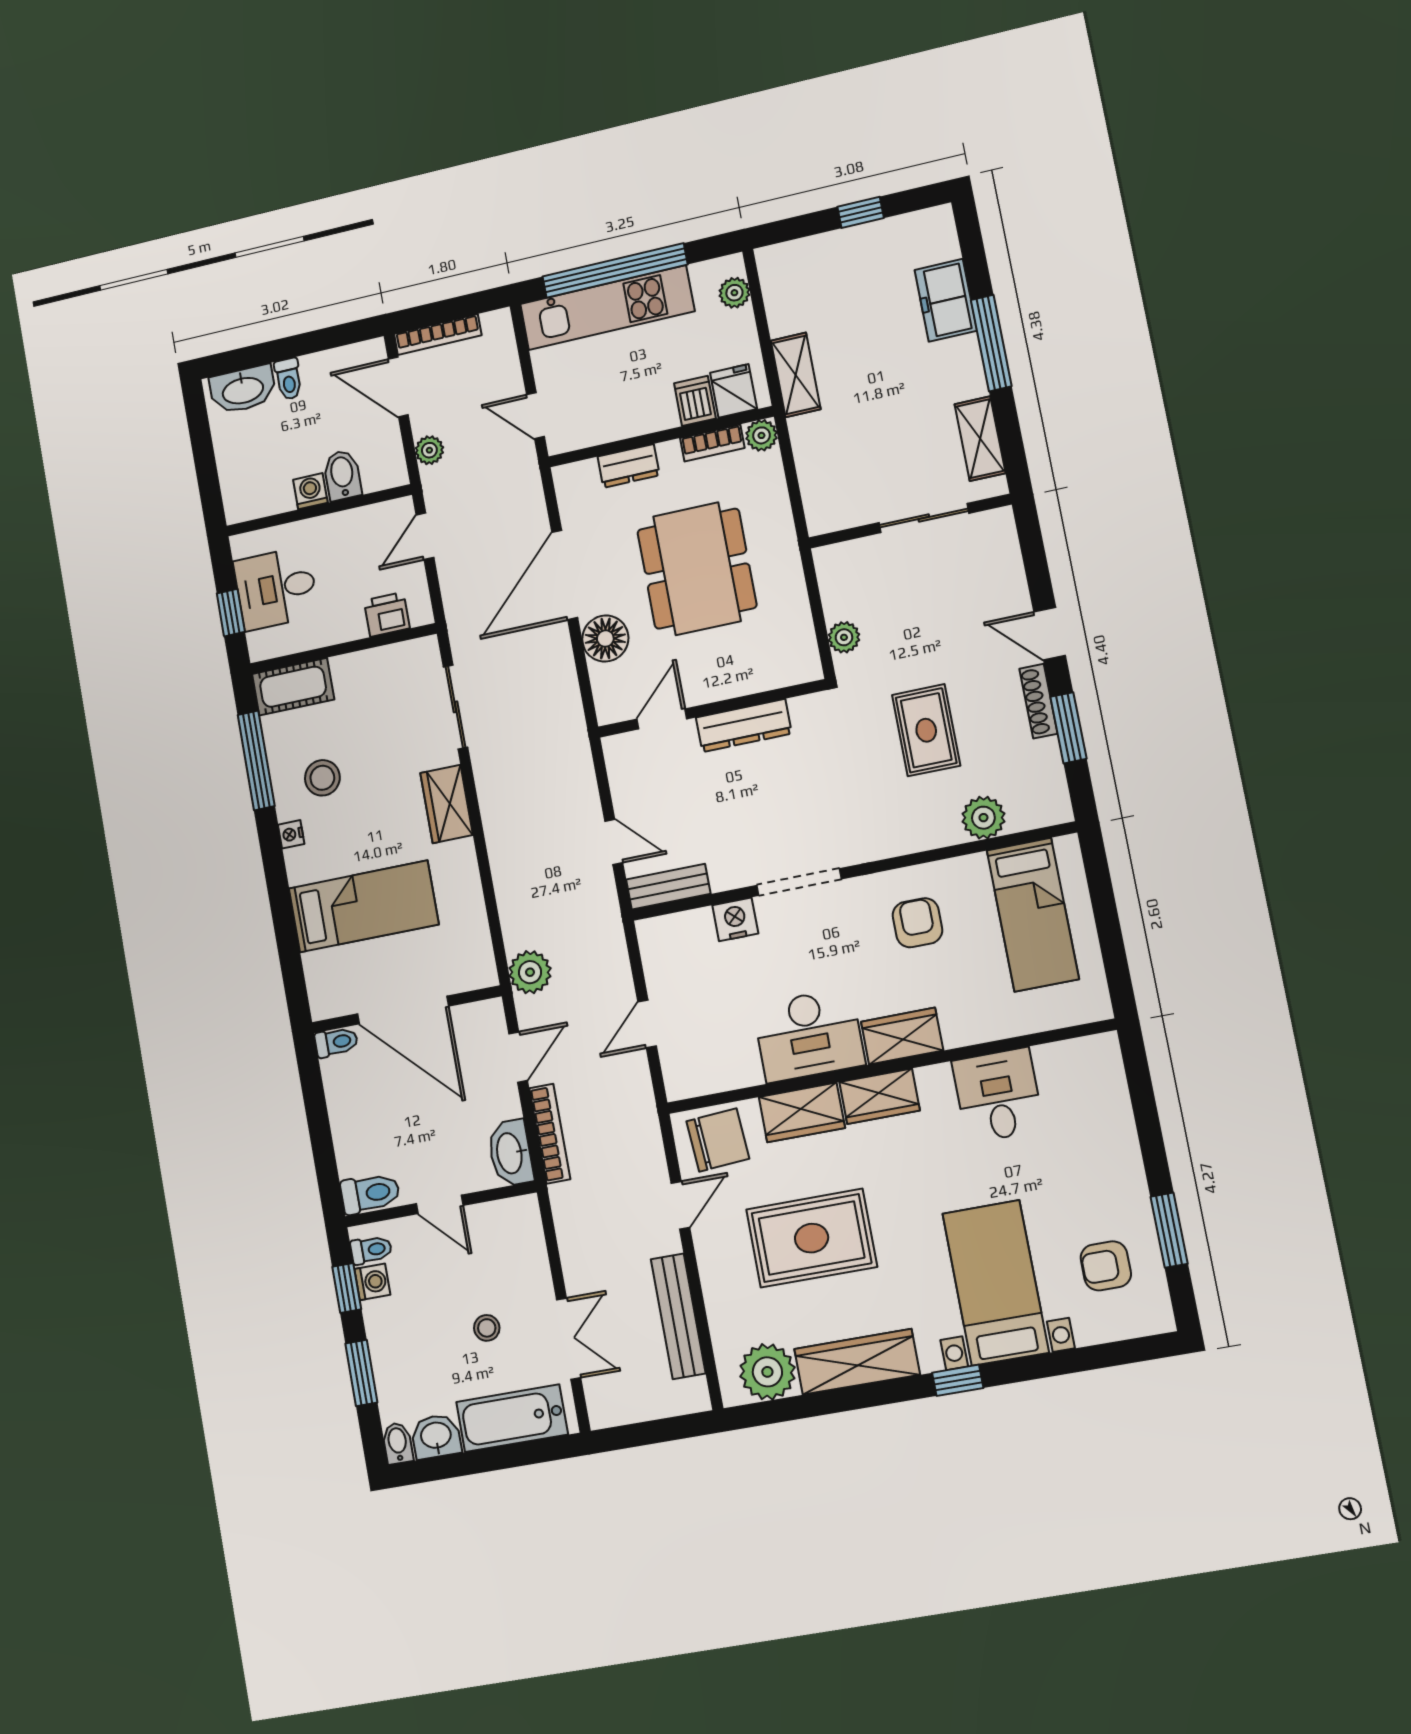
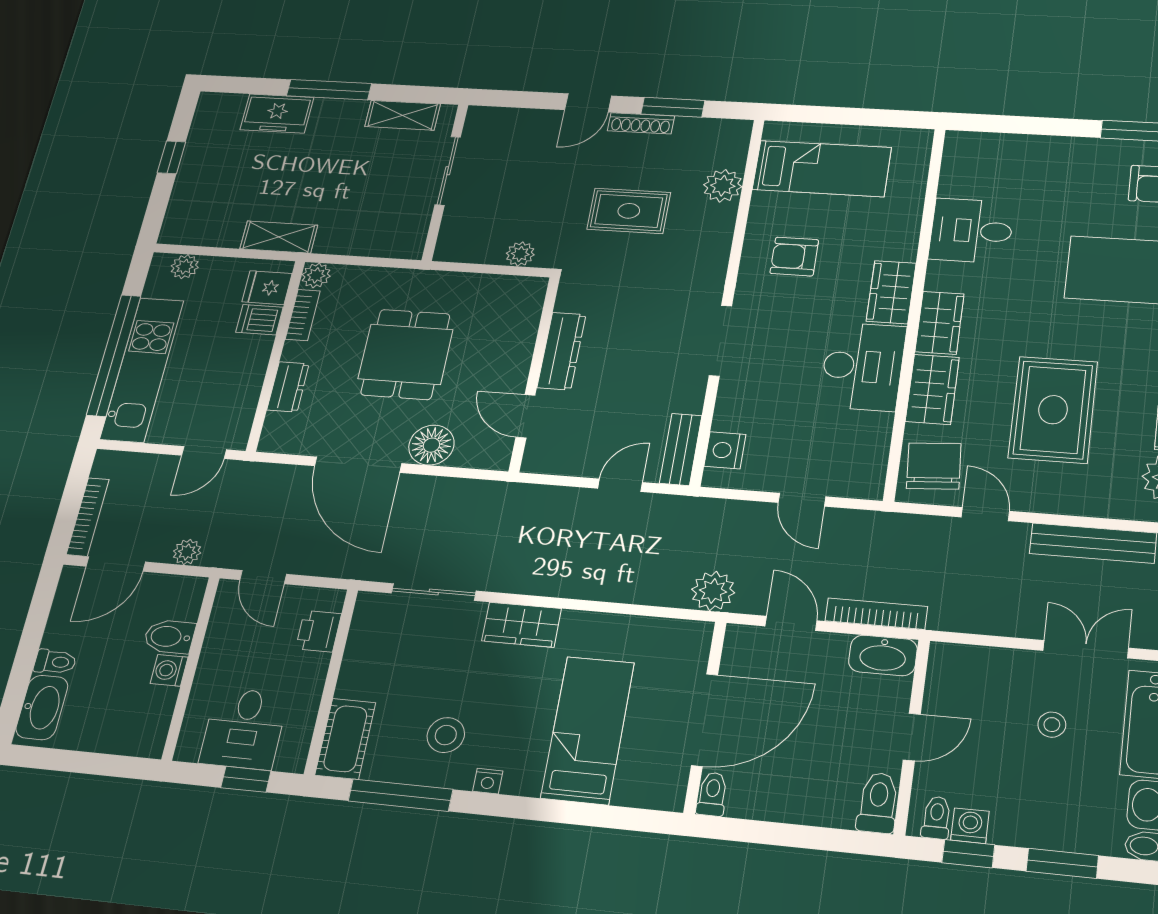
dining table: (697, 569) -> (405, 354), width x0.73
nightstand: (735, 919) -> (725, 450), moved

